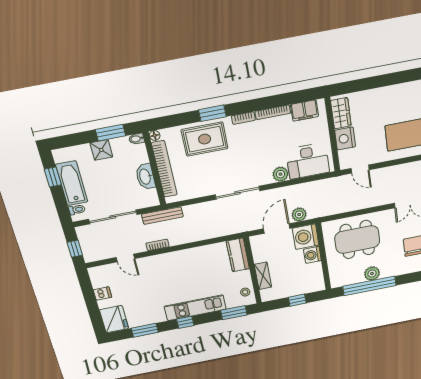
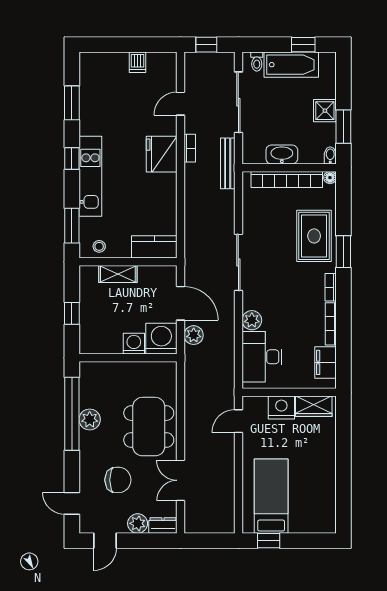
dining table: (357, 240) -> (149, 427), moved
fridge: (114, 319) -> (162, 154), moved, turned 90

